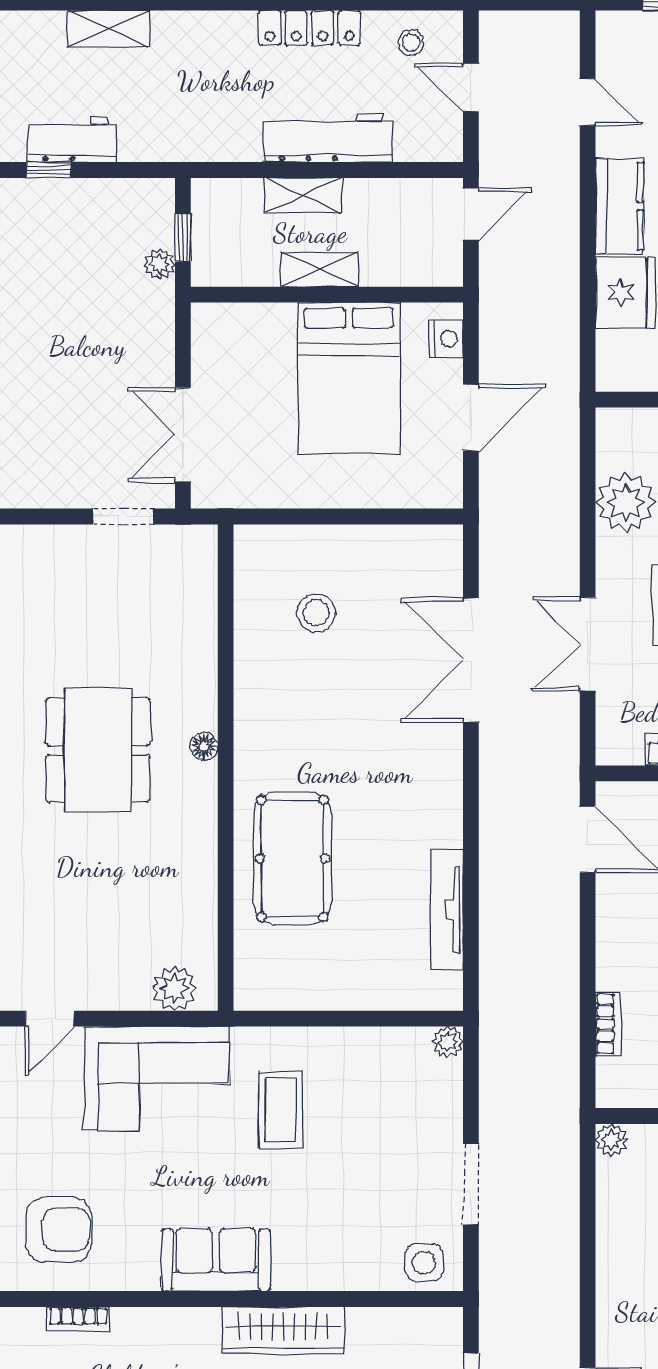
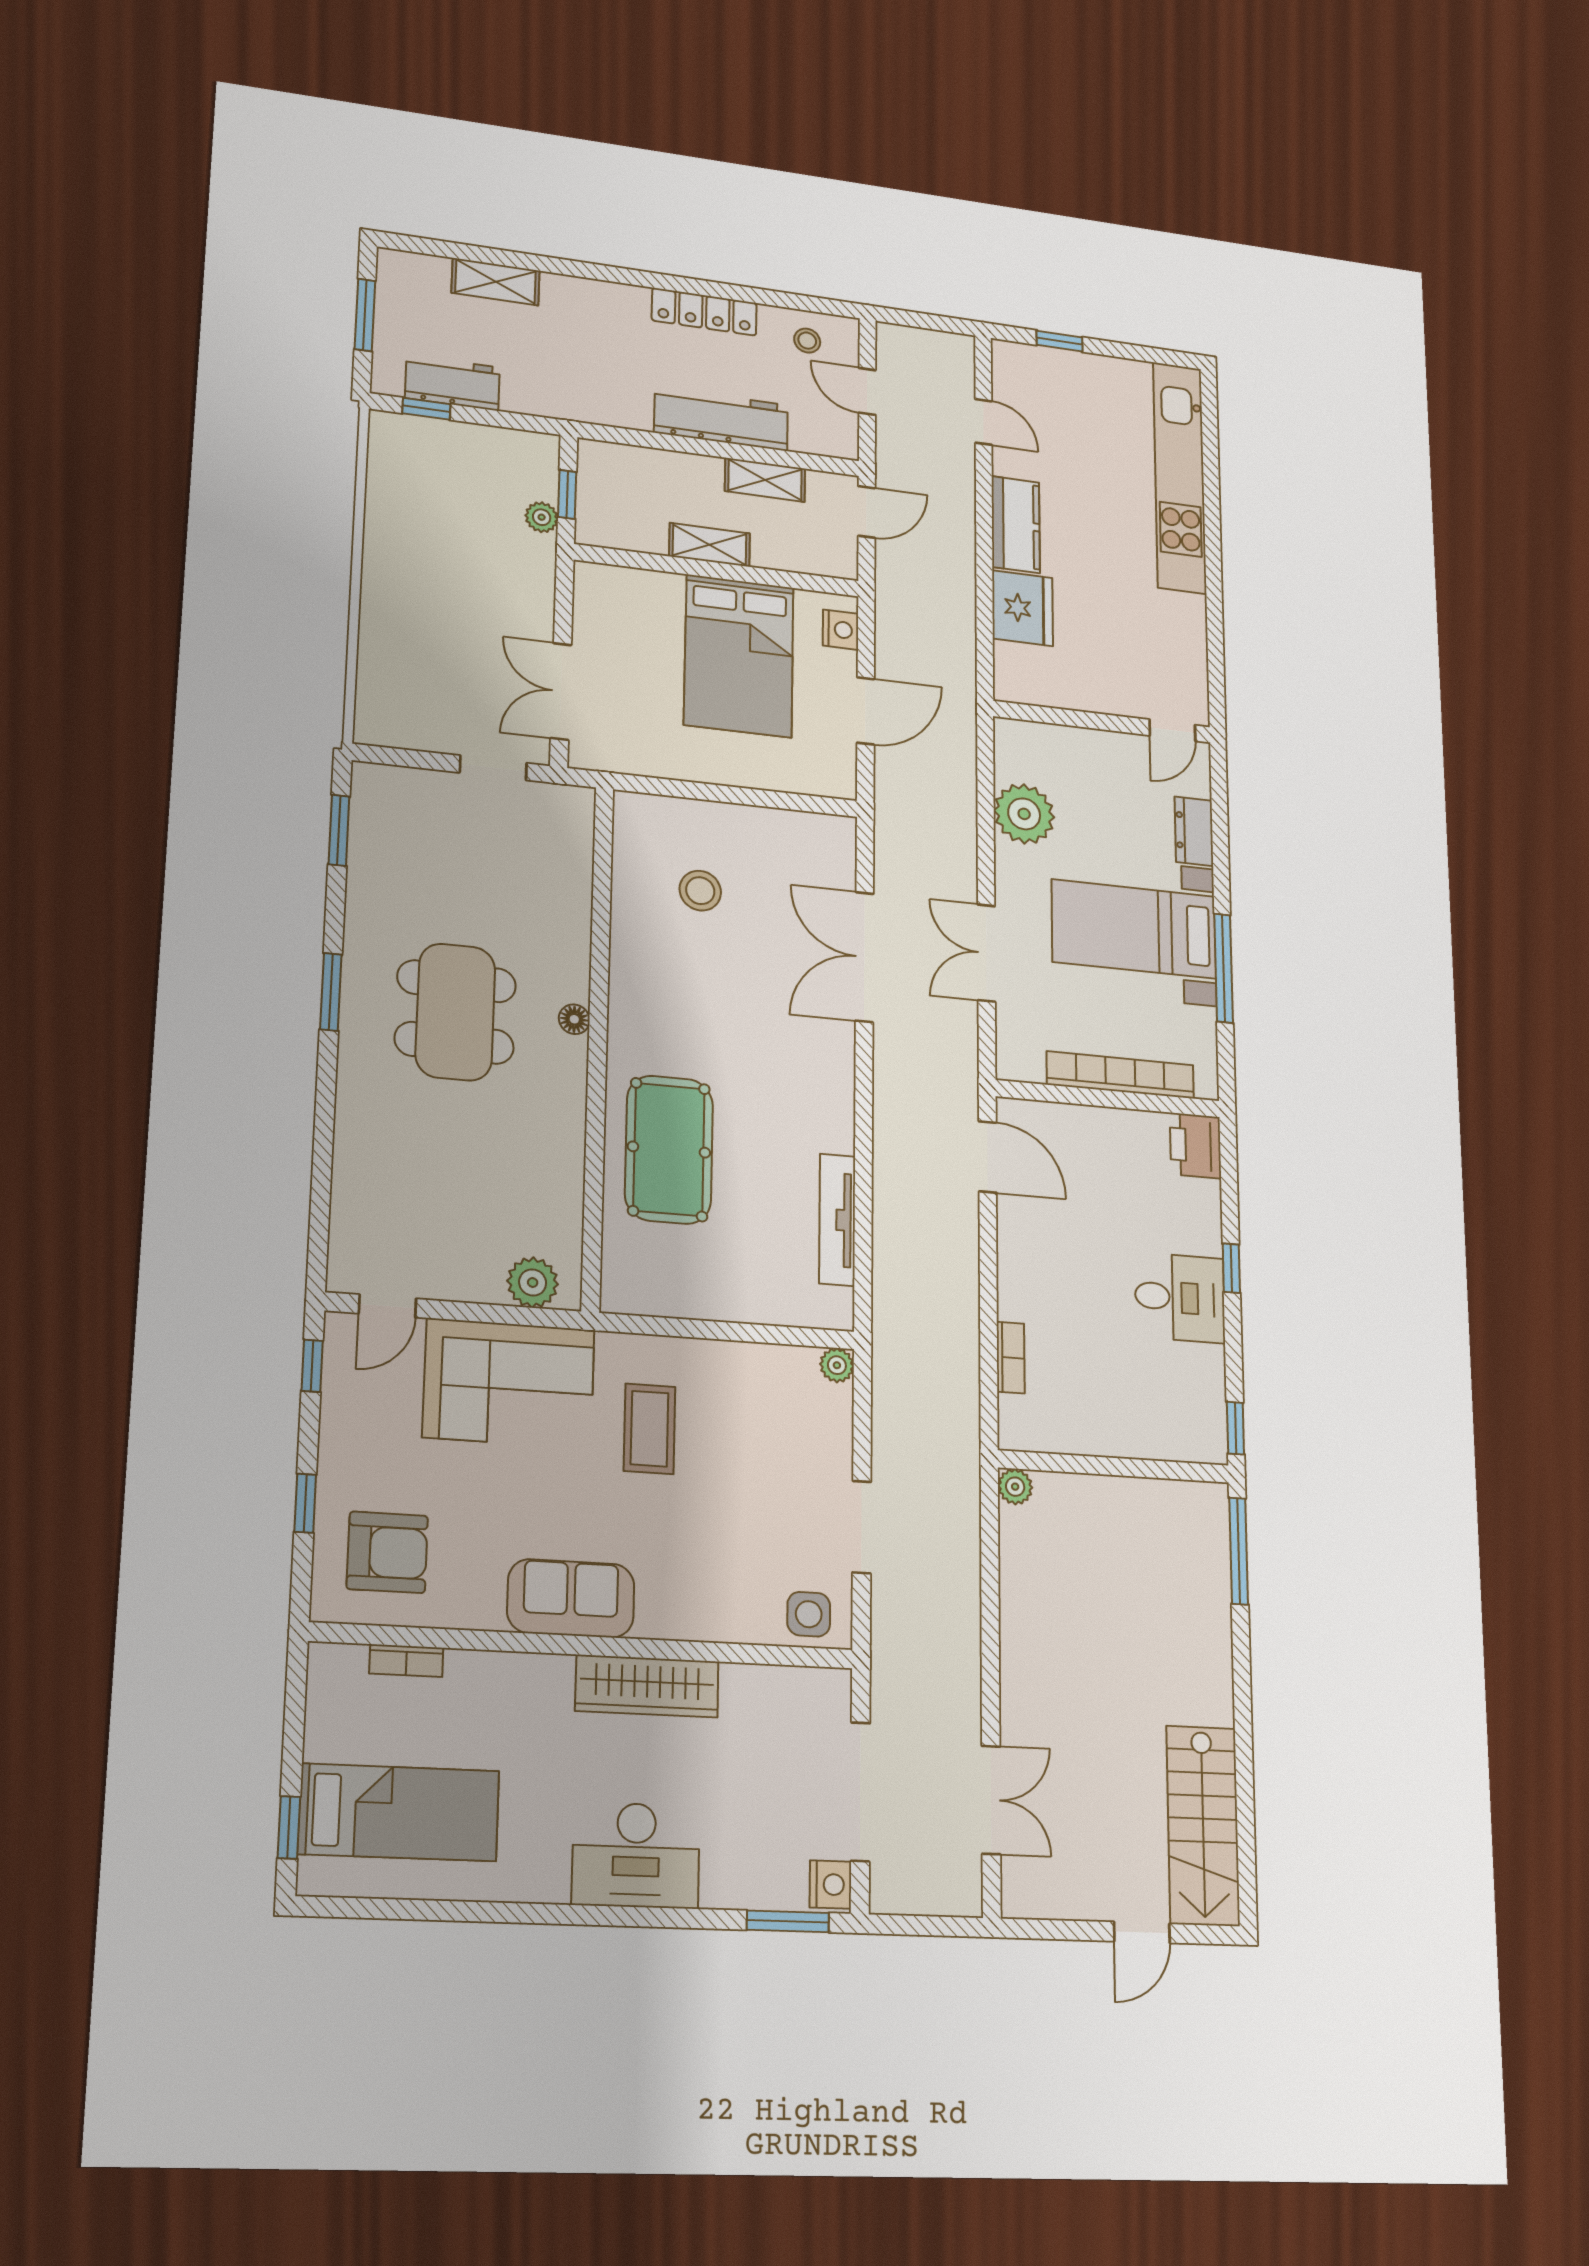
shelving: (303, 195) -> (765, 480), moved

